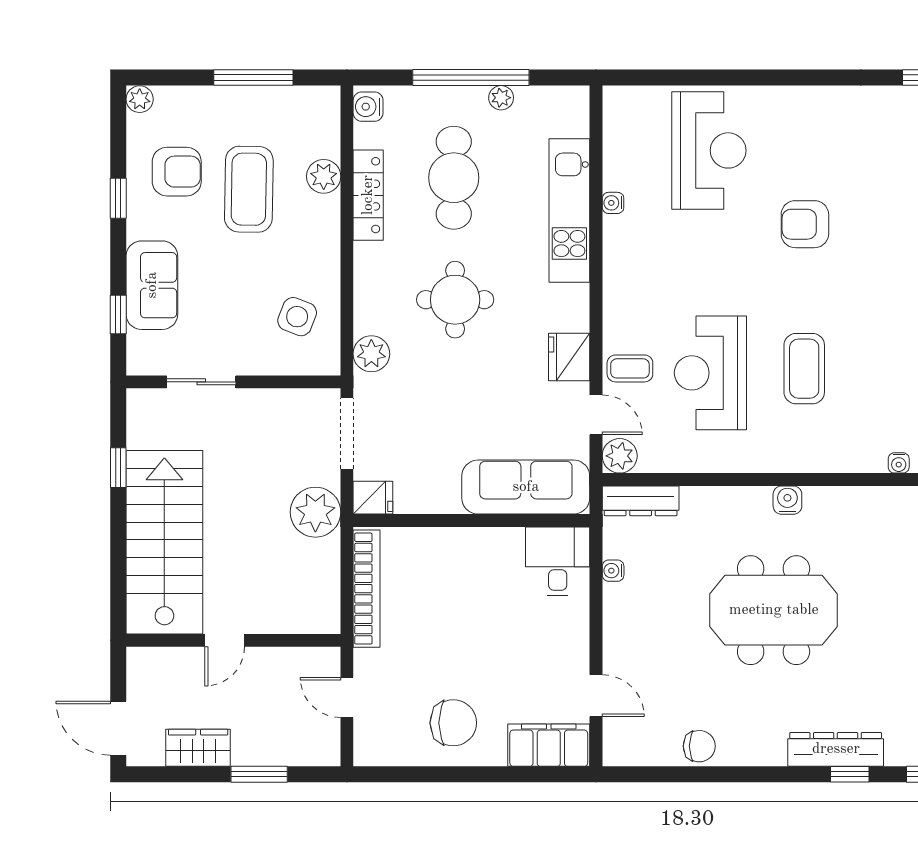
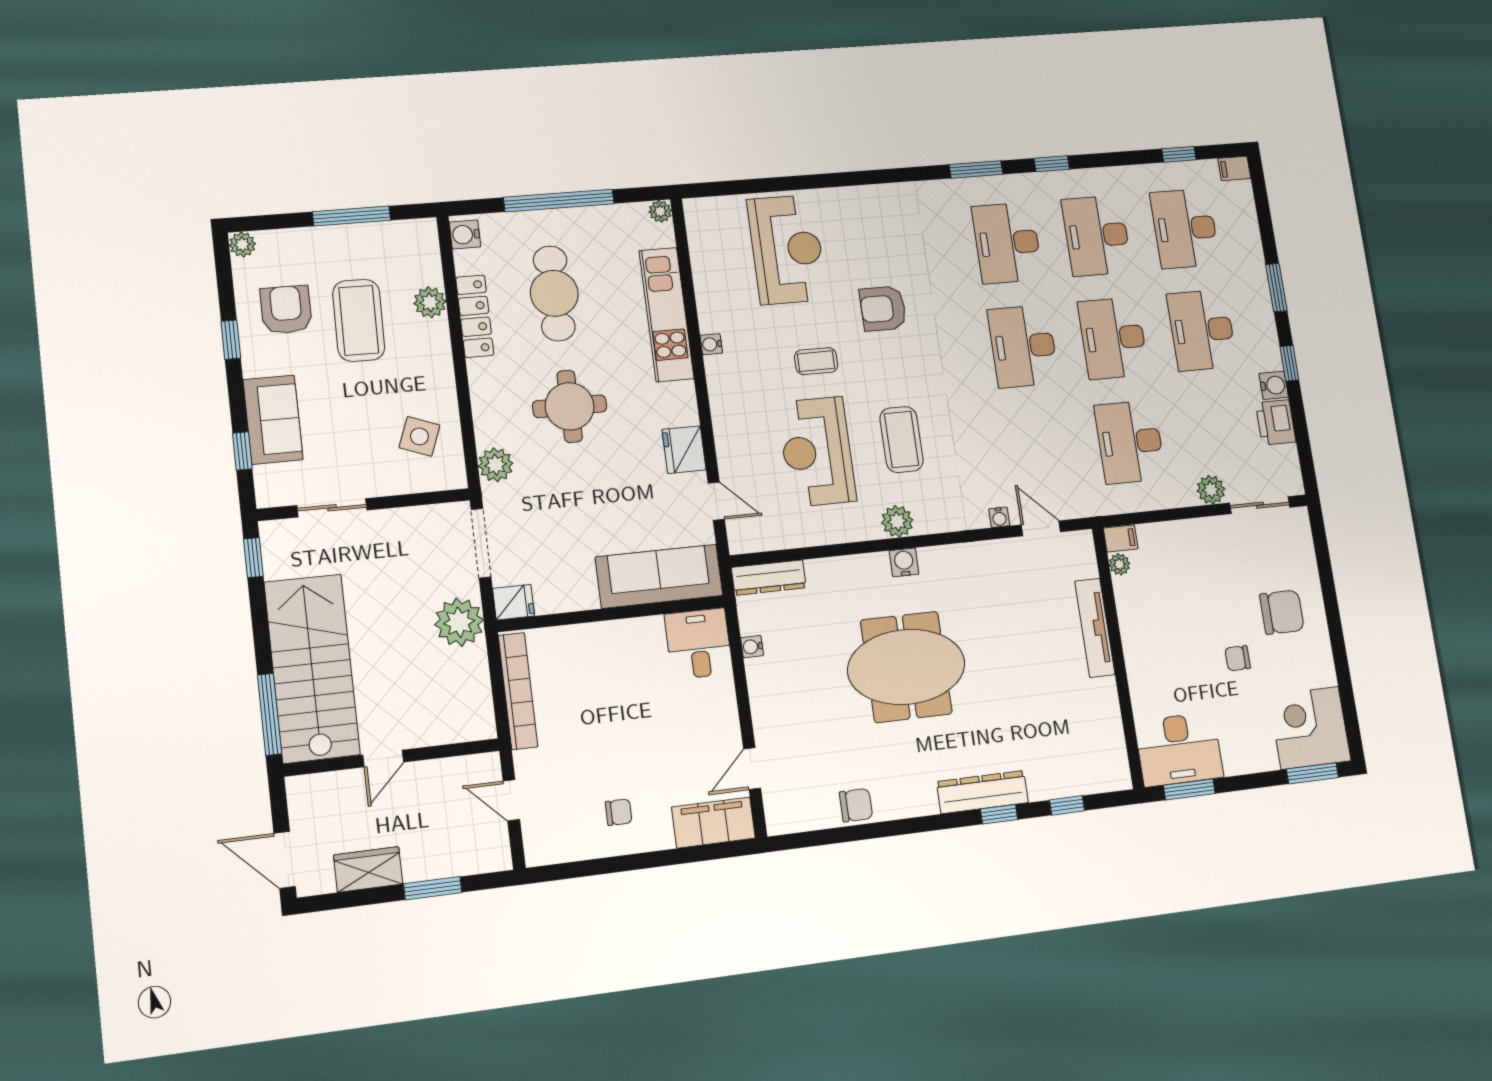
plant: (501, 98) -> (660, 211), moved
armchair: (177, 172) -> (286, 310), turned -90
water cooler: (613, 203) -> (711, 344), moved
coffee table: (630, 368) -> (816, 361), moved
plant: (620, 456) -> (897, 521), moved
window: (118, 468) -> (253, 558), moved
window: (118, 583) -> (270, 714), added
door: (596, 696) -> (752, 769), swing flipped
chair: (453, 723) -> (619, 812), width x0.54, depth x0.54

